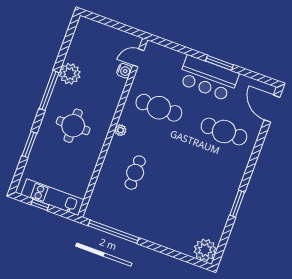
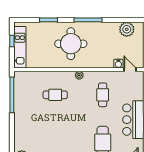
plant: (70, 74) -> (127, 29), moved
cafe table: (159, 108) -> (103, 95), width x0.73, depth x0.74
round table: (73, 126) -> (71, 44), width x1.36, depth x1.36

